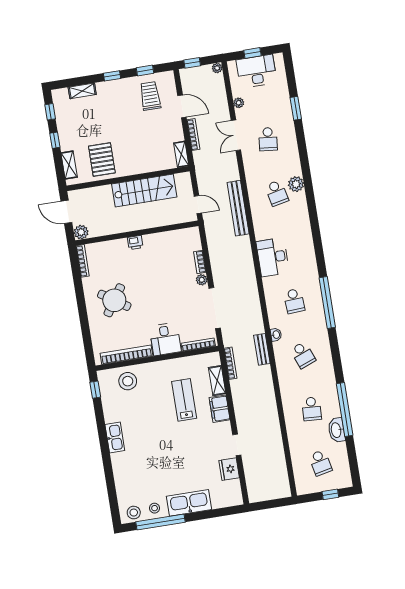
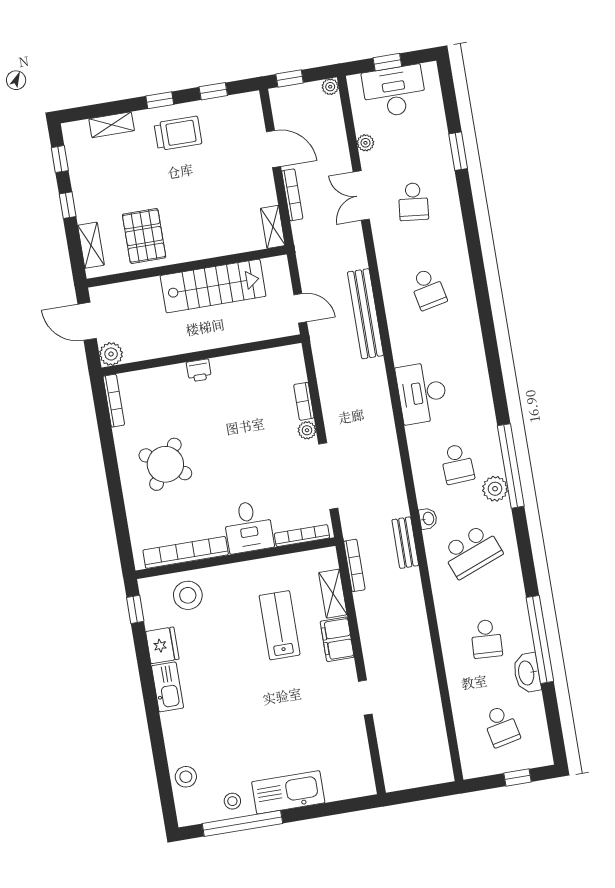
trolley: (150, 96) -> (178, 133), moved, turned 90
plant: (296, 184) -> (495, 489), moved
school desk: (303, 355) -> (472, 551), width x1.85
fridge: (229, 469) -> (162, 645), moved, turned 180
stool: (134, 513) -> (186, 777), moved

